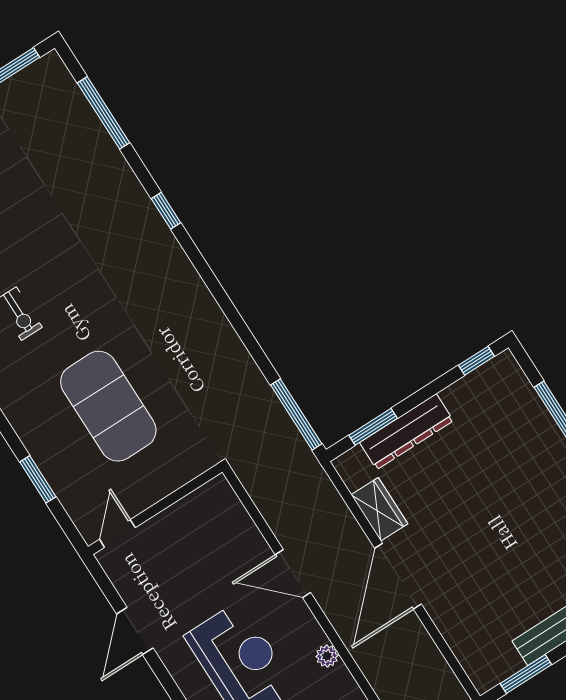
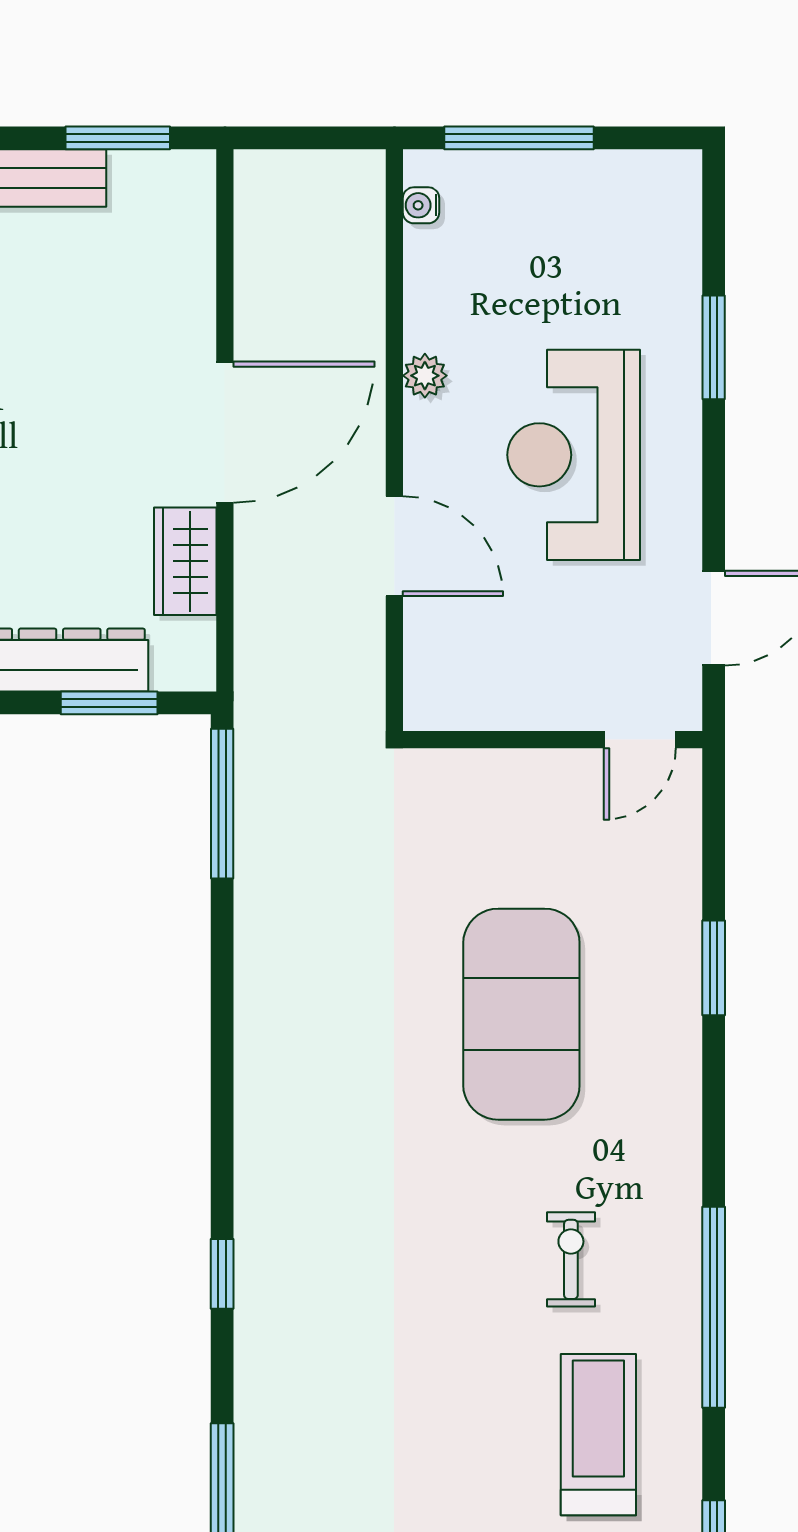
wall: (155, 509) -> (553, 740), moved
door: (117, 533) -> (640, 740), moved

